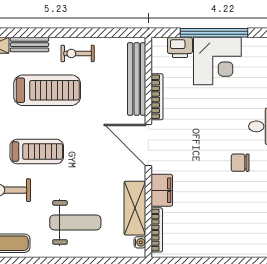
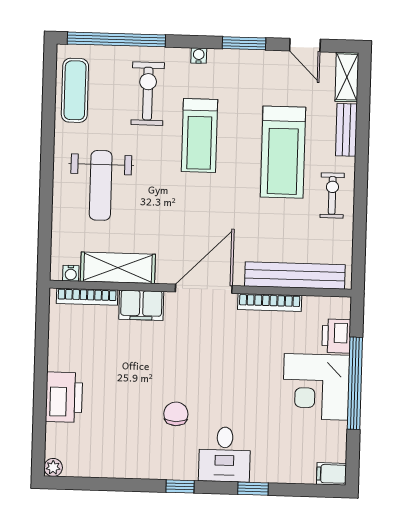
printer: (230, 245) -> (64, 397), added

